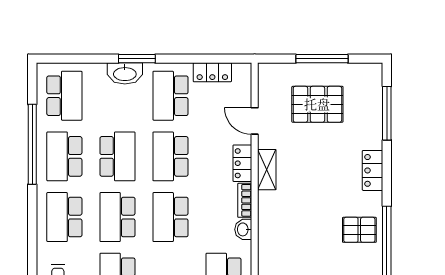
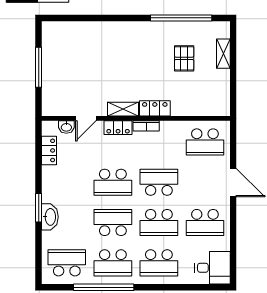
school desk: (170, 96) -> (67, 182), removed
pallet: (317, 104) -> (73, 71), removed
window: (387, 113) -> (80, 18), removed
locker: (373, 170) -> (155, 108), moved, turned 180
school desk: (170, 217) -> (159, 182), turned 180
washbasin: (243, 229) -> (66, 127), moved
pallet: (359, 230) -> (184, 58), moved

